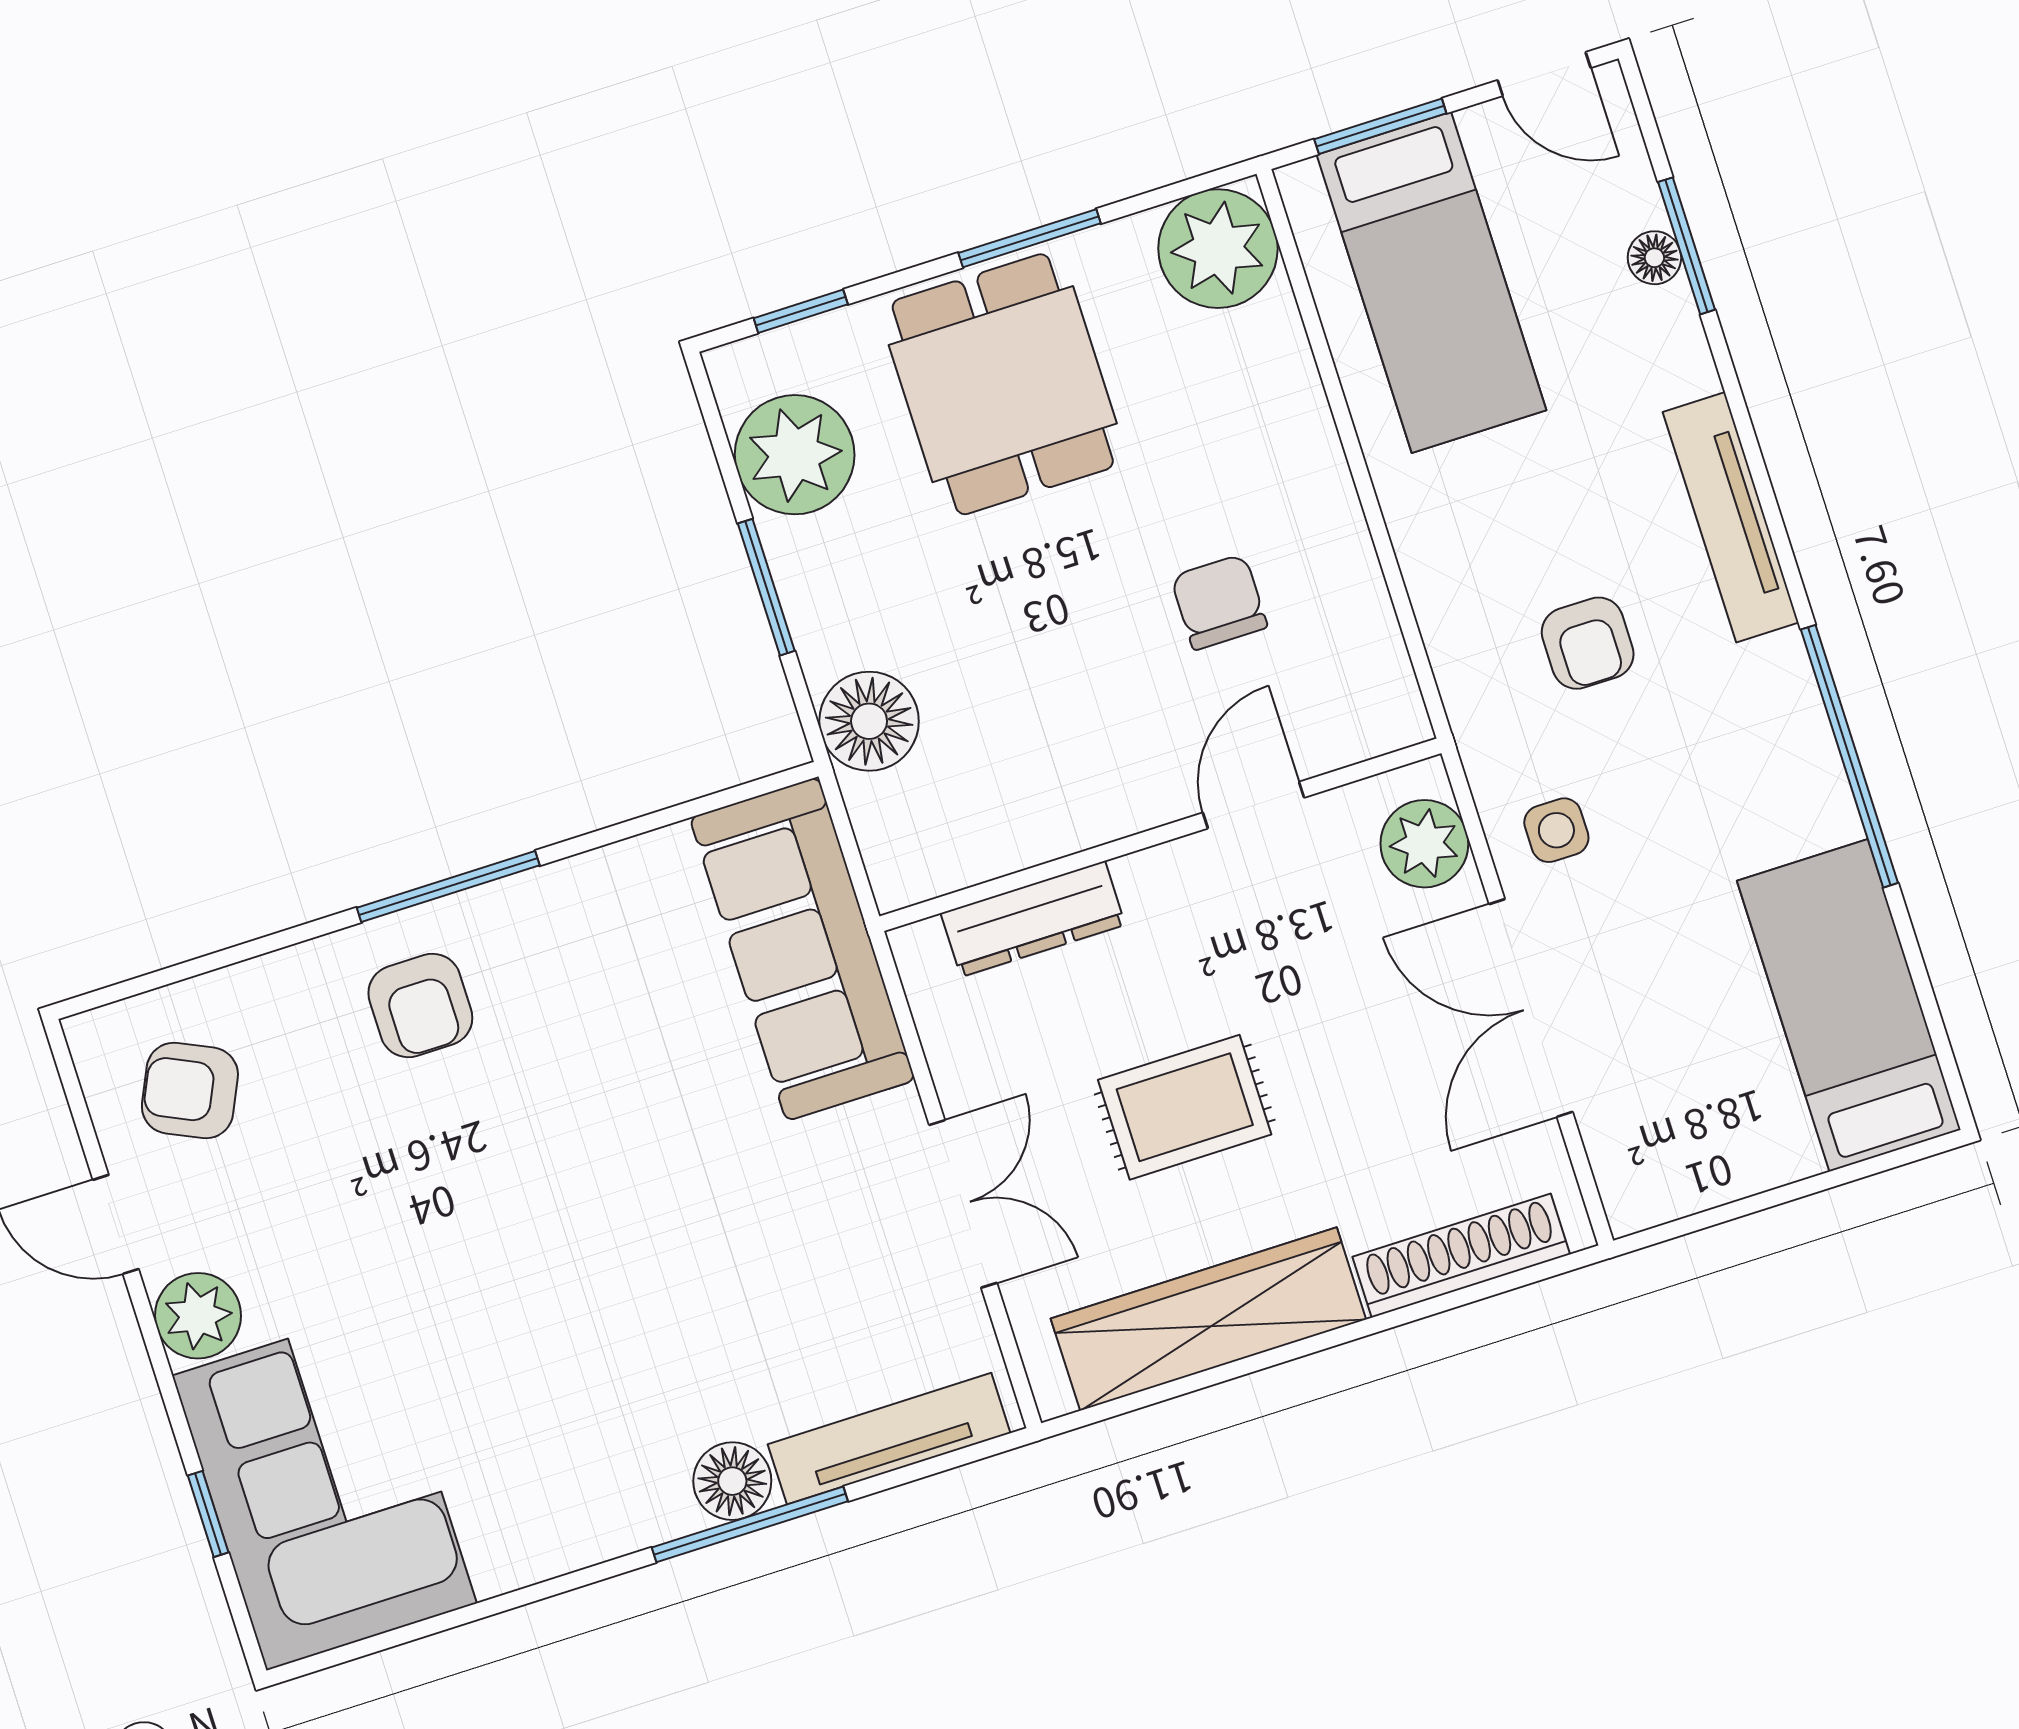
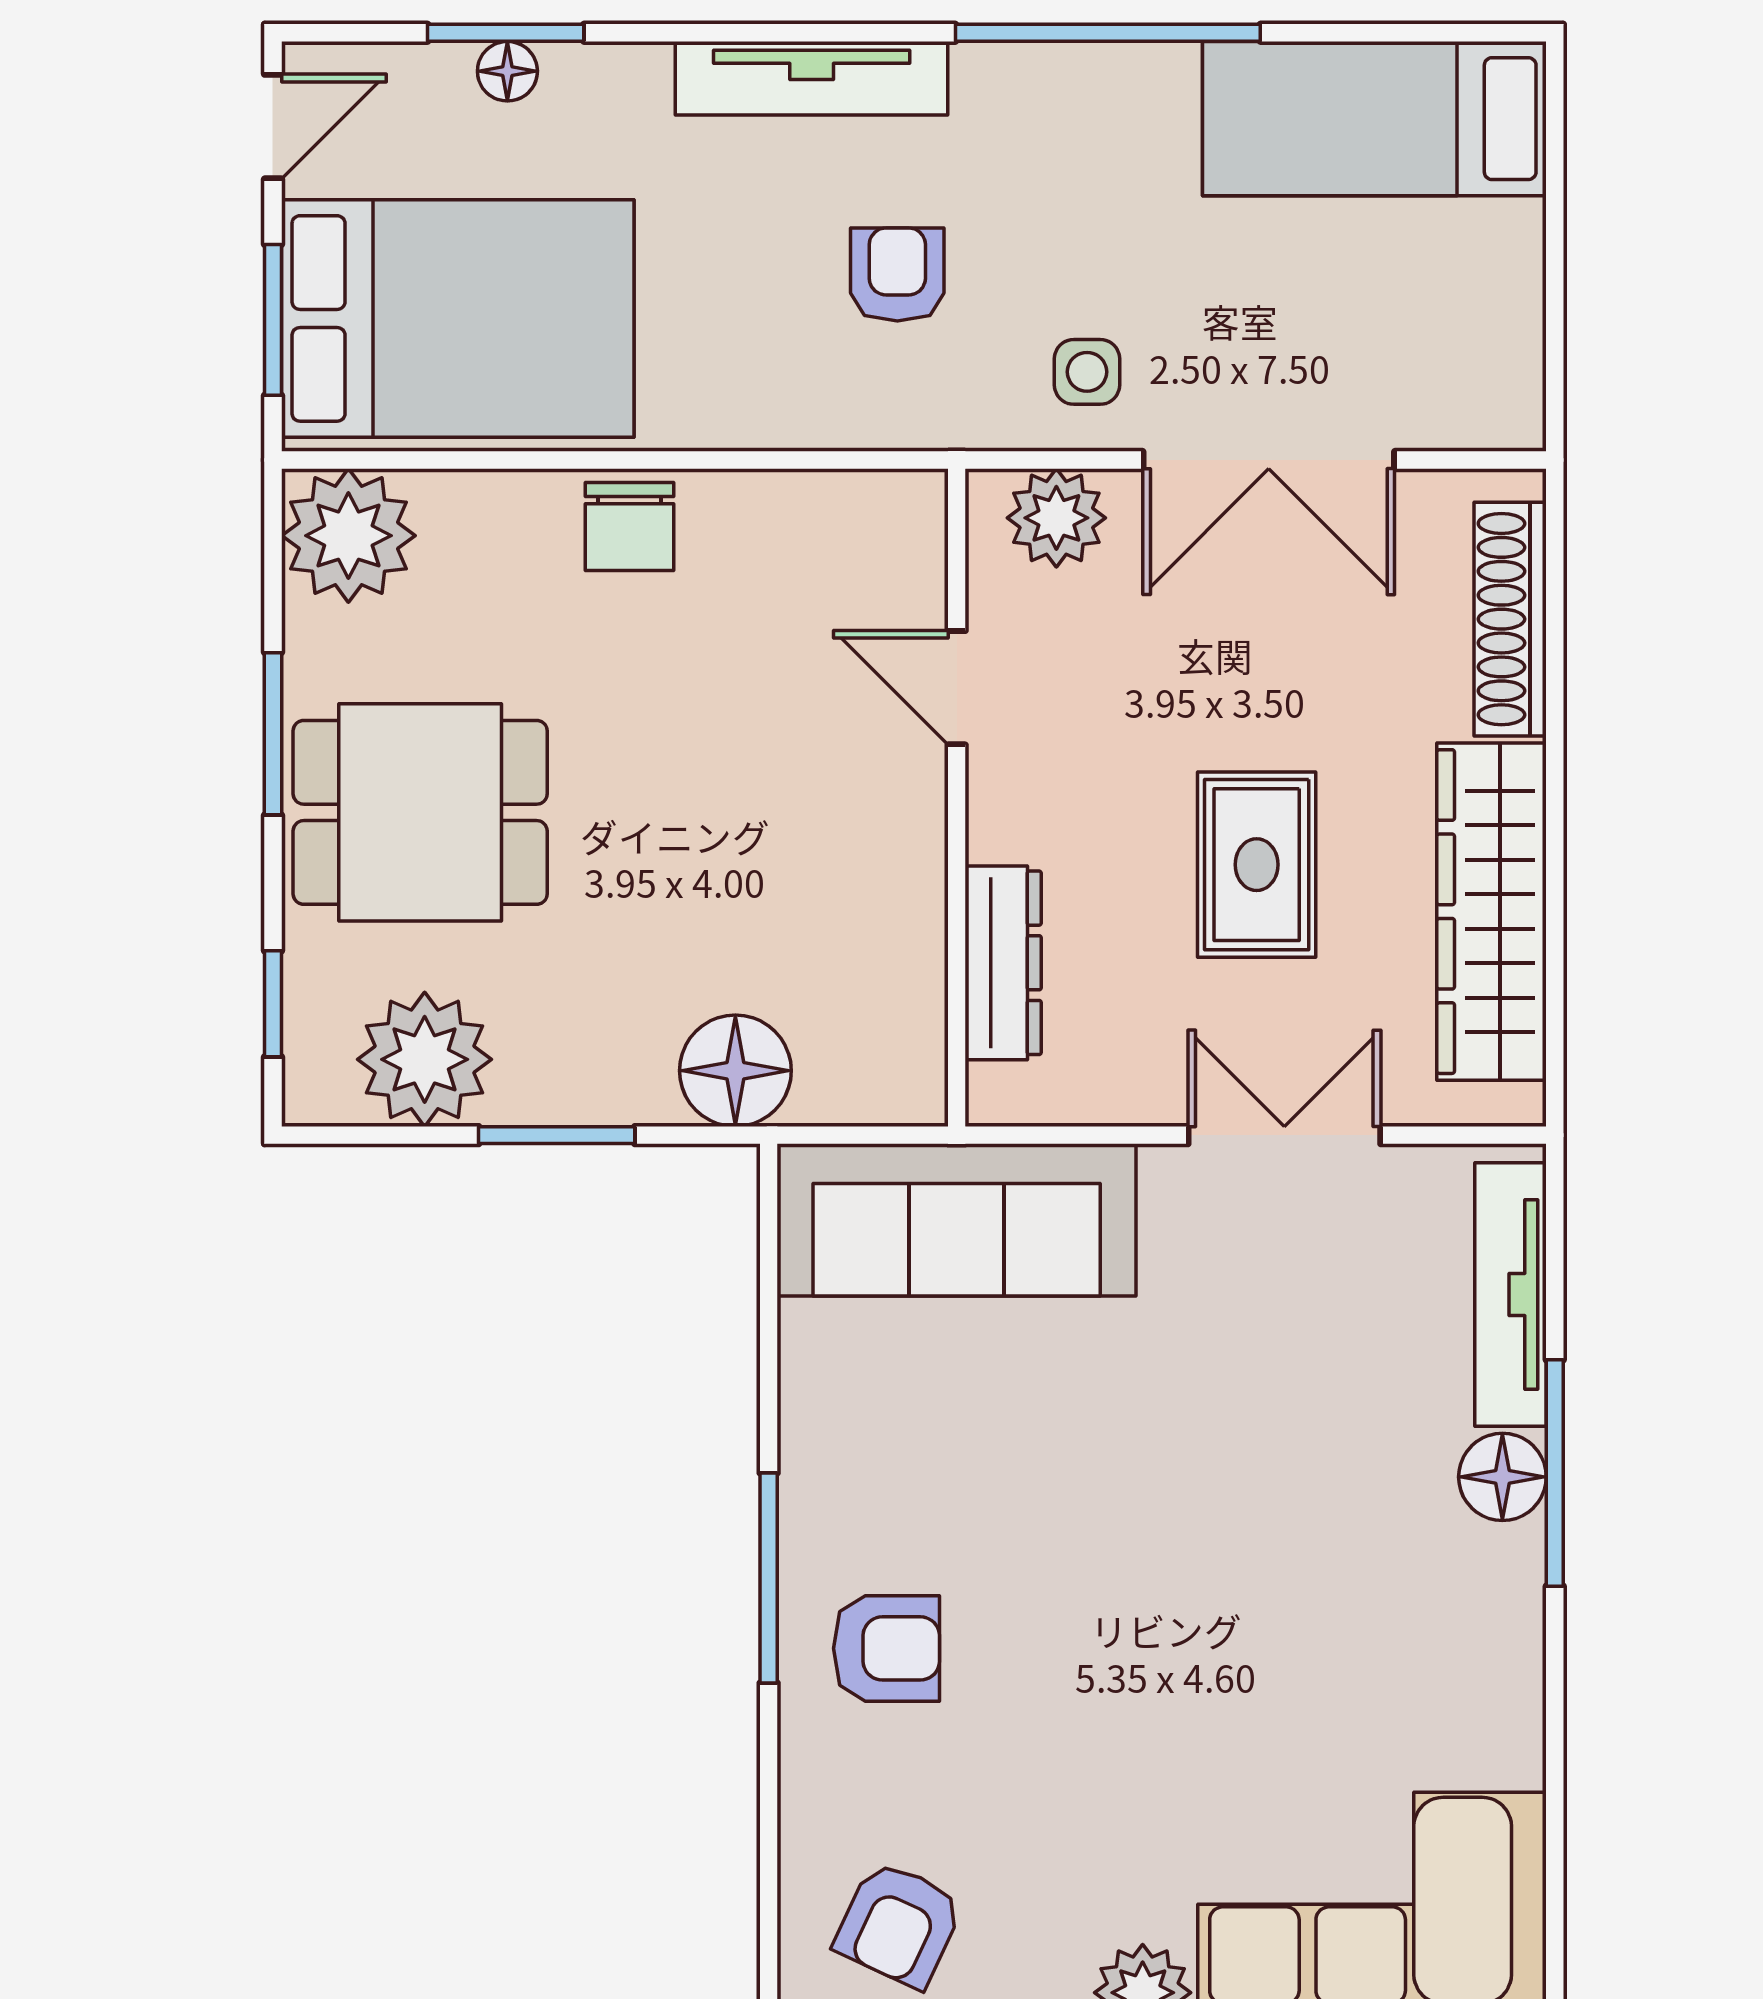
bed: (1431, 282) -> (458, 318), width x1.50
chair: (1219, 602) -> (630, 527), moved, turned -90
armchair: (1588, 643) -> (897, 274), turned -90

